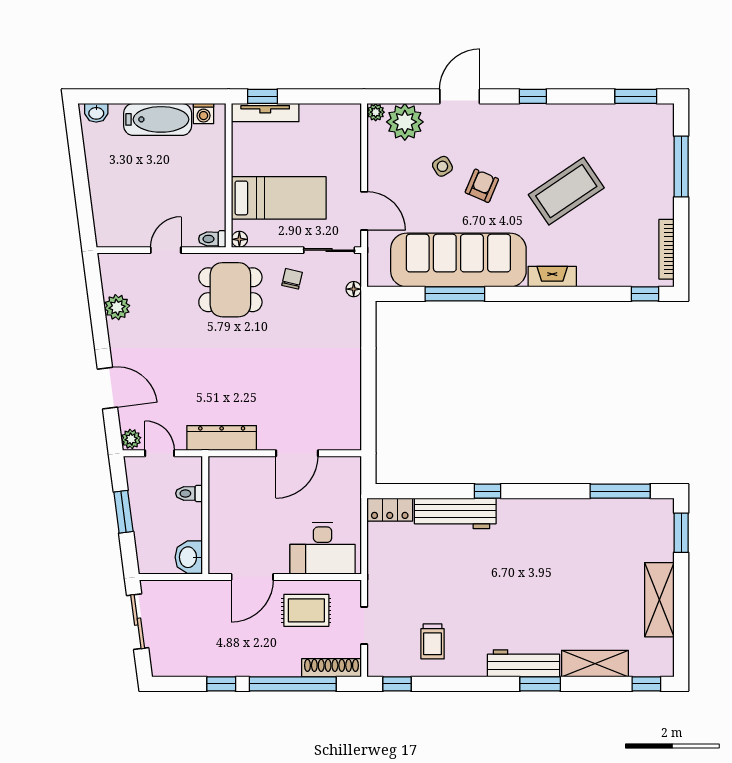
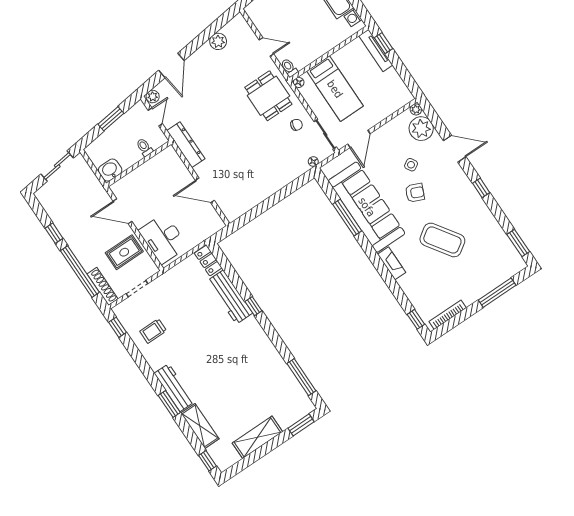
rug: (306, 610) -> (124, 252), turned 90

